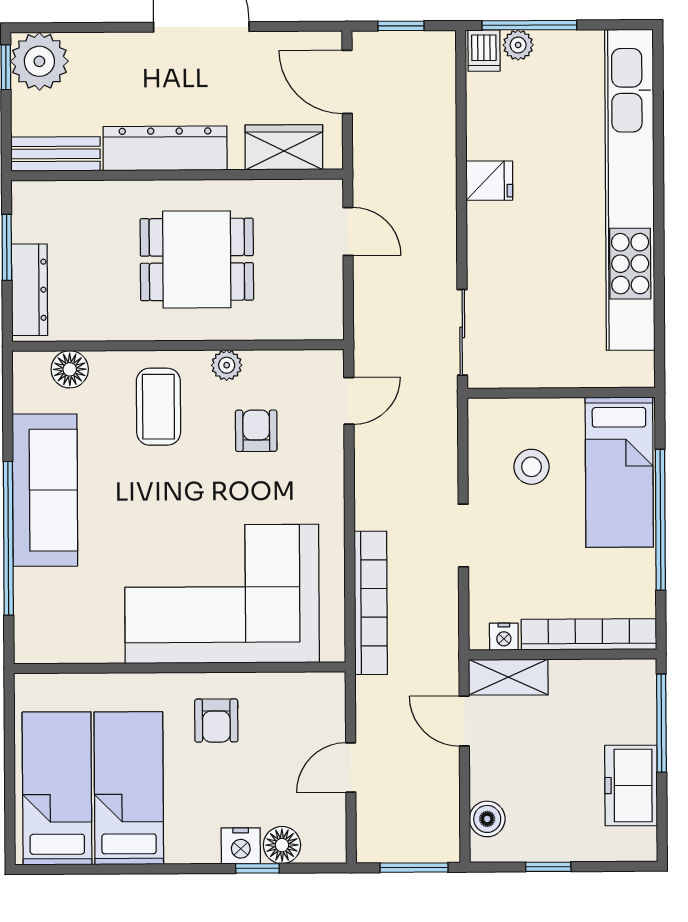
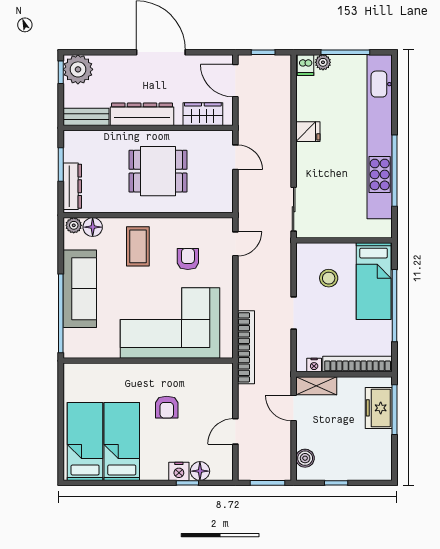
window: (529, 25) -> (345, 52), moved
window: (659, 256) -> (394, 171), added
plant: (227, 365) -> (74, 225), moved
corner sofa: (222, 594) -> (170, 323), moved
wall: (180, 668) -> (148, 361), moved
freezer: (631, 785) -> (379, 408), moved

